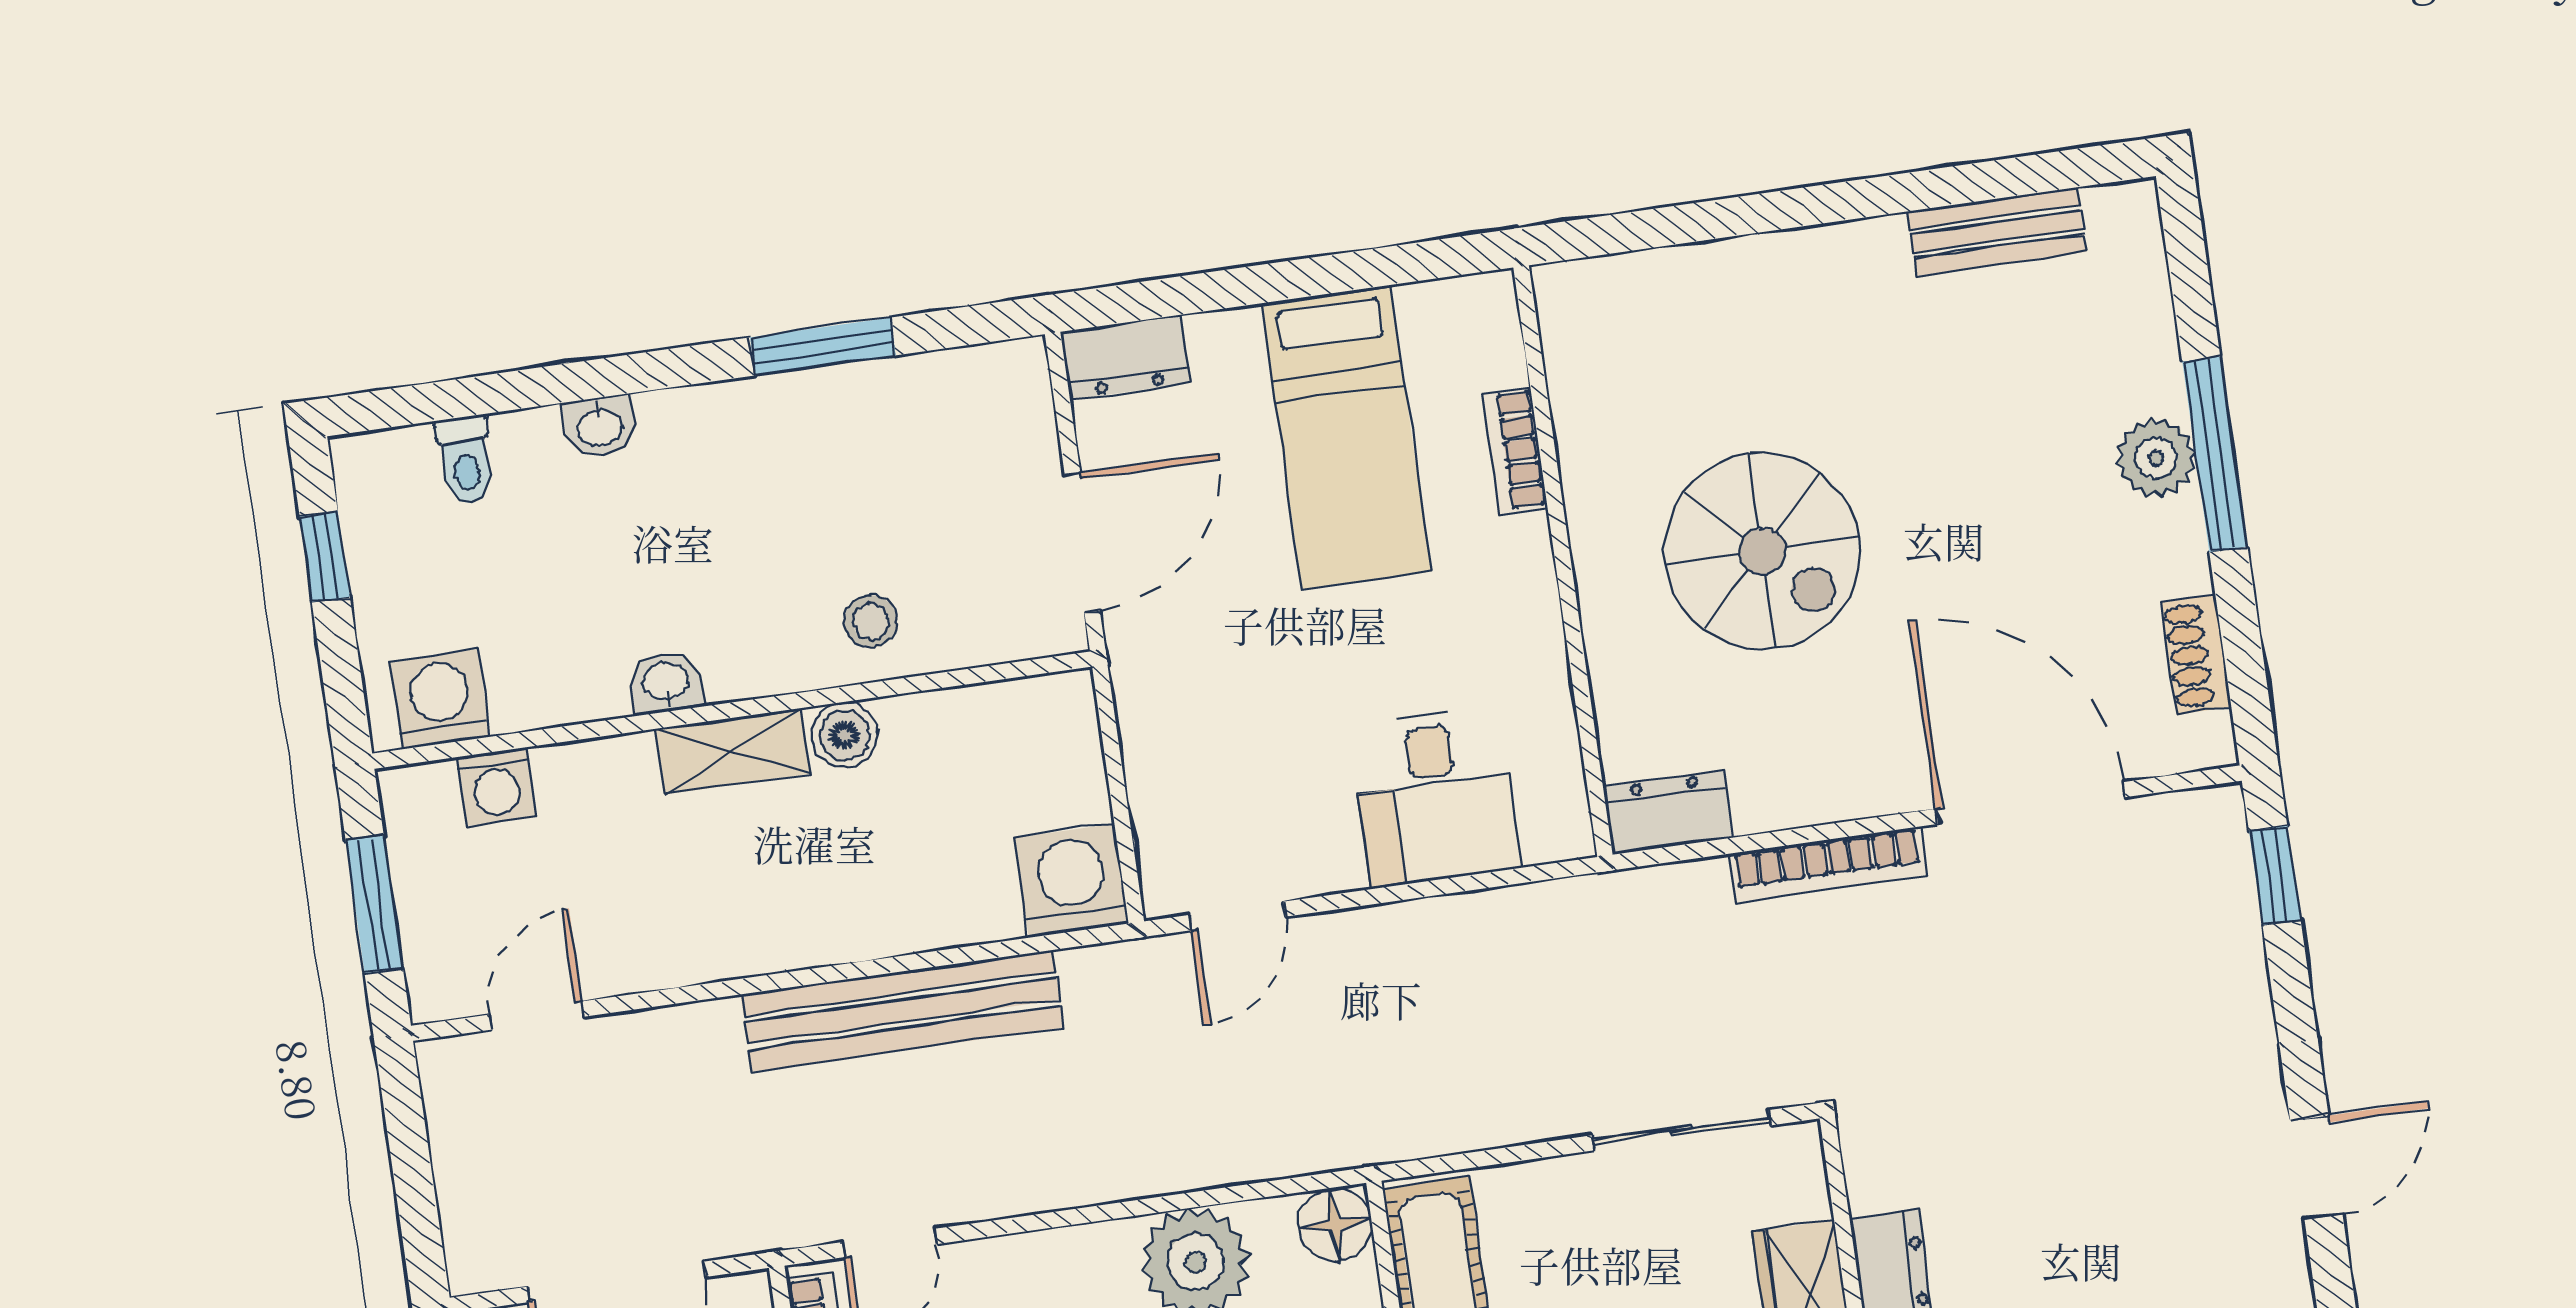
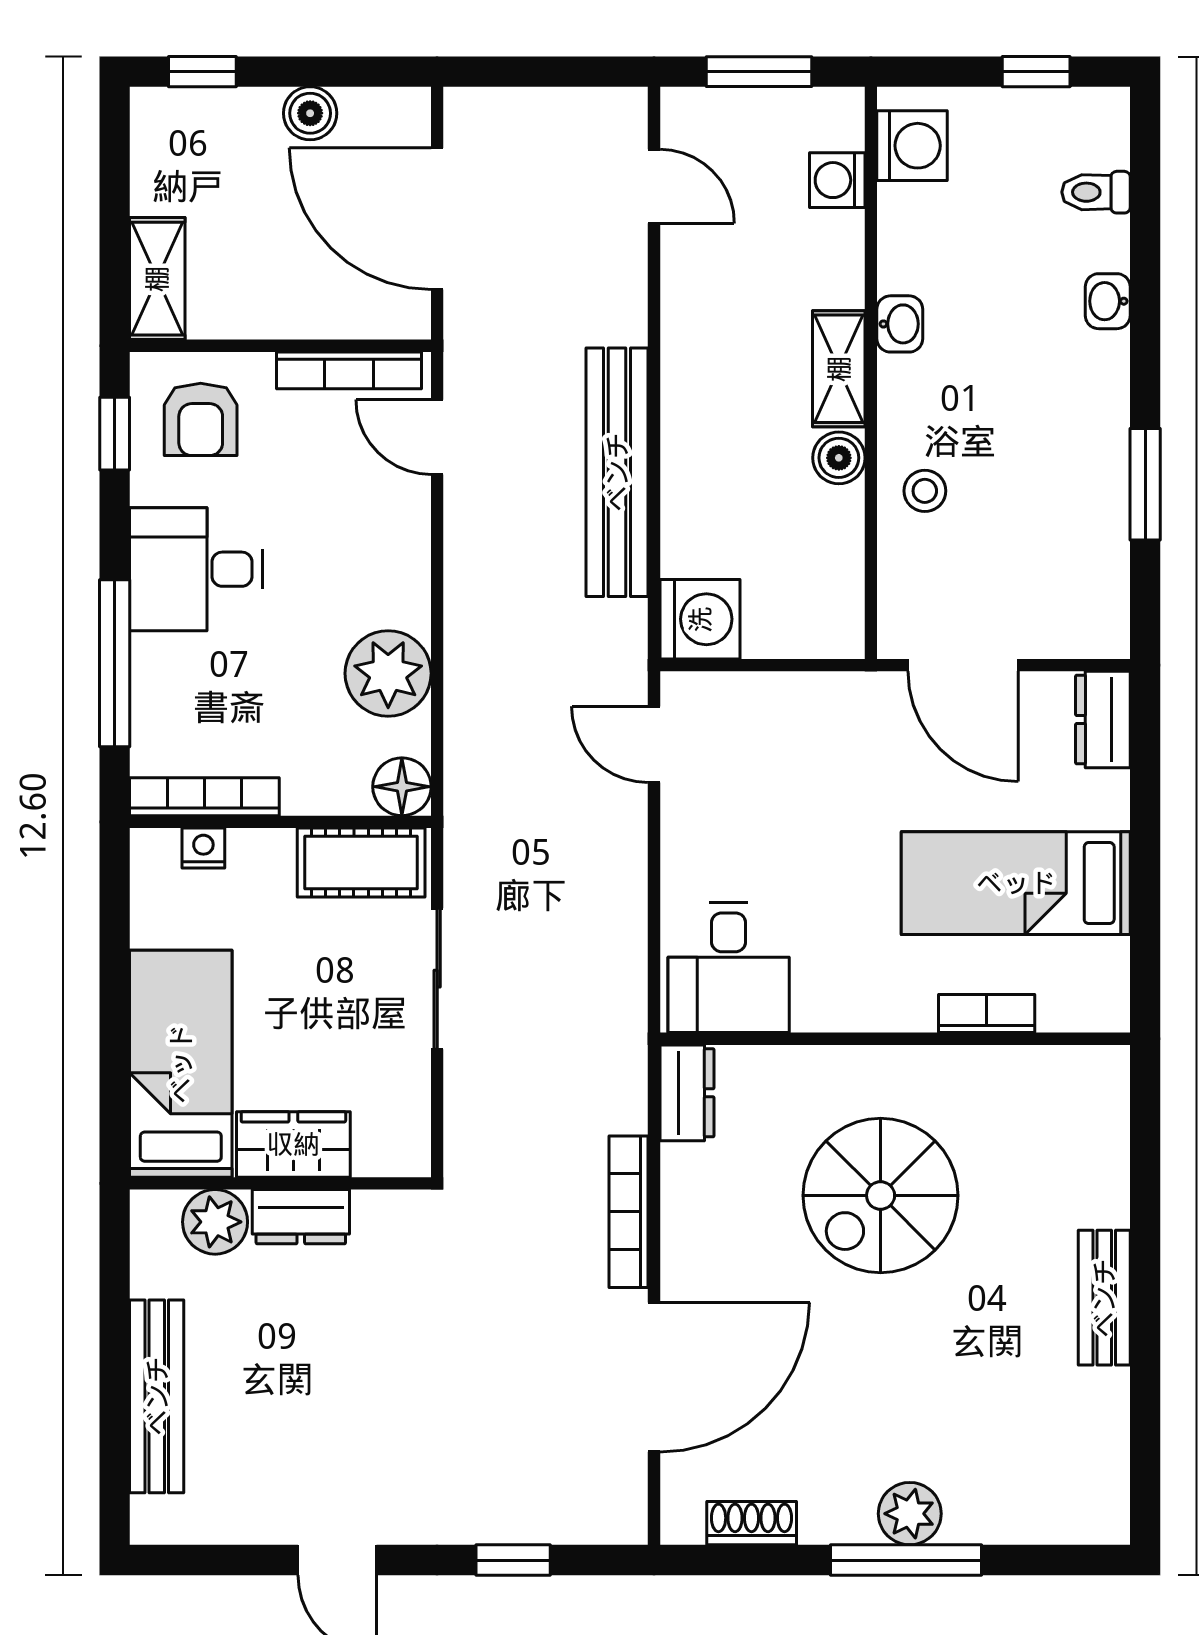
bench: (1997, 232) -> (1104, 1298), moved
desk: (1435, 797) -> (729, 968), moved, turned -90
window: (2275, 875) -> (513, 1560), moved
sliding door: (1681, 1130) -> (437, 979), moved

